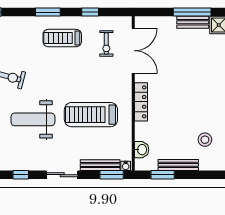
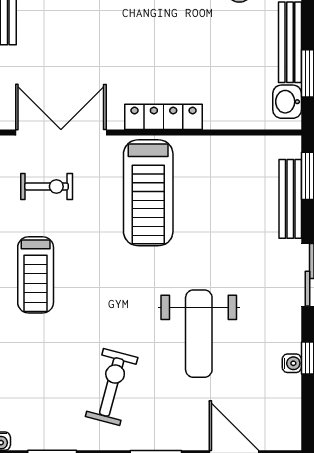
treadmill: (91, 115) -> (148, 193), moved
washbasin: (142, 150) -> (287, 102), moved, turned -90
water cooler: (126, 166) -> (292, 363), moved

